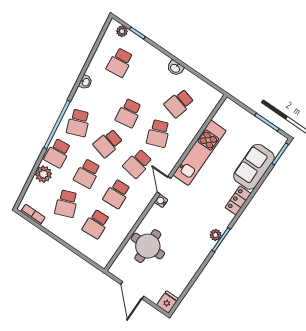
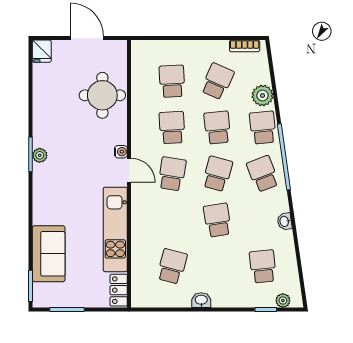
school desk: (158, 133) -> (172, 220), removed
locker: (238, 200) -> (119, 290), moved, turned 180
school desk: (66, 204) -> (217, 81), turned 45

